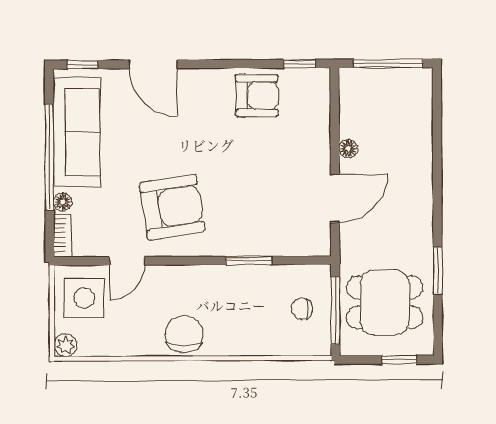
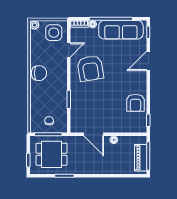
piano: (392, 82) -> (141, 158), added
door: (127, 261) -> (69, 50), swing flipped
dining table: (385, 302) -> (52, 154), turned 90

